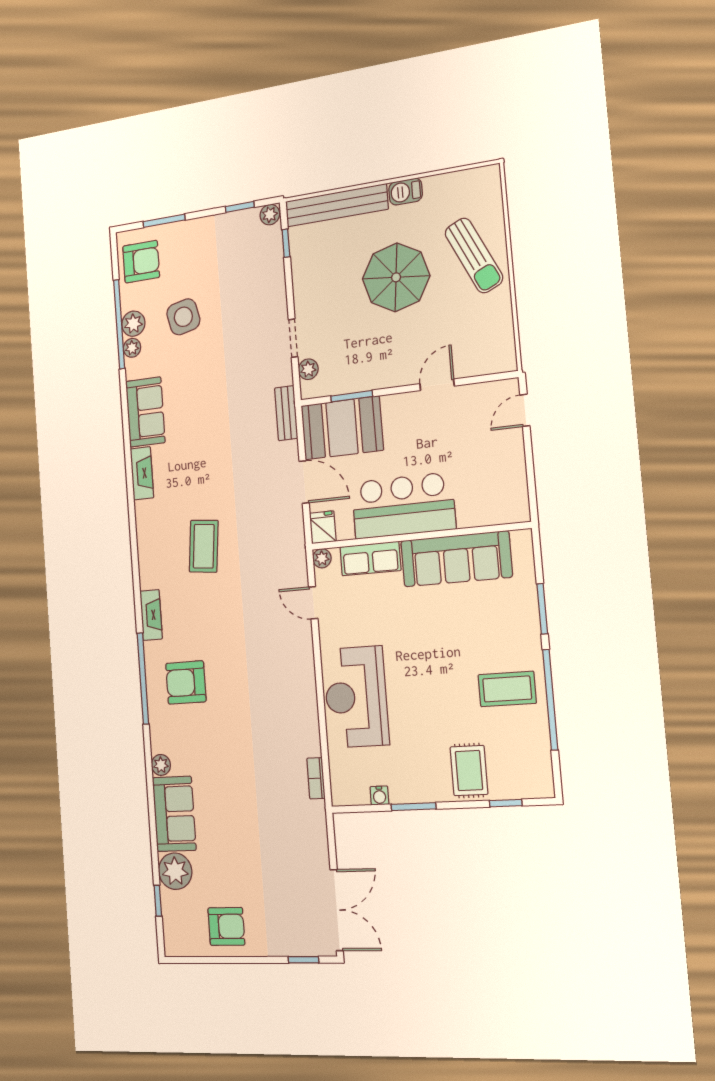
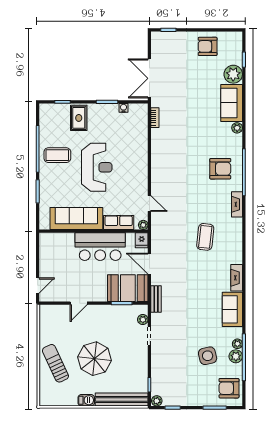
reception desk: (356, 697) -> (97, 167), moved
double door: (337, 910) -> (149, 78), moved

